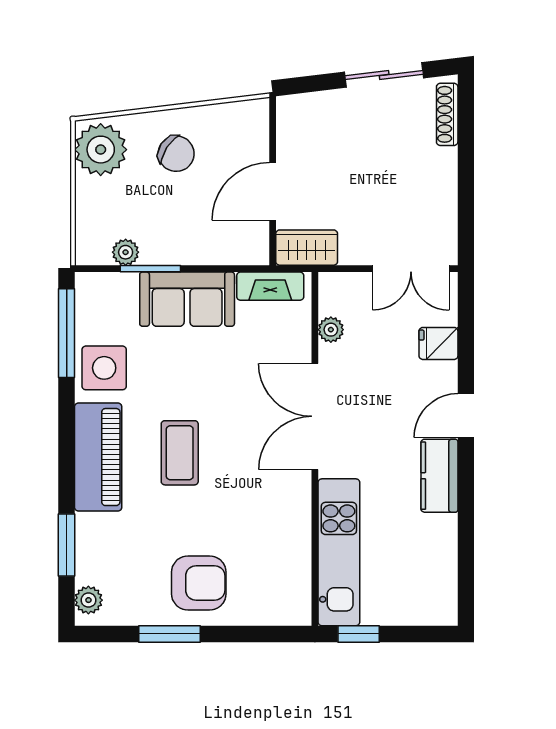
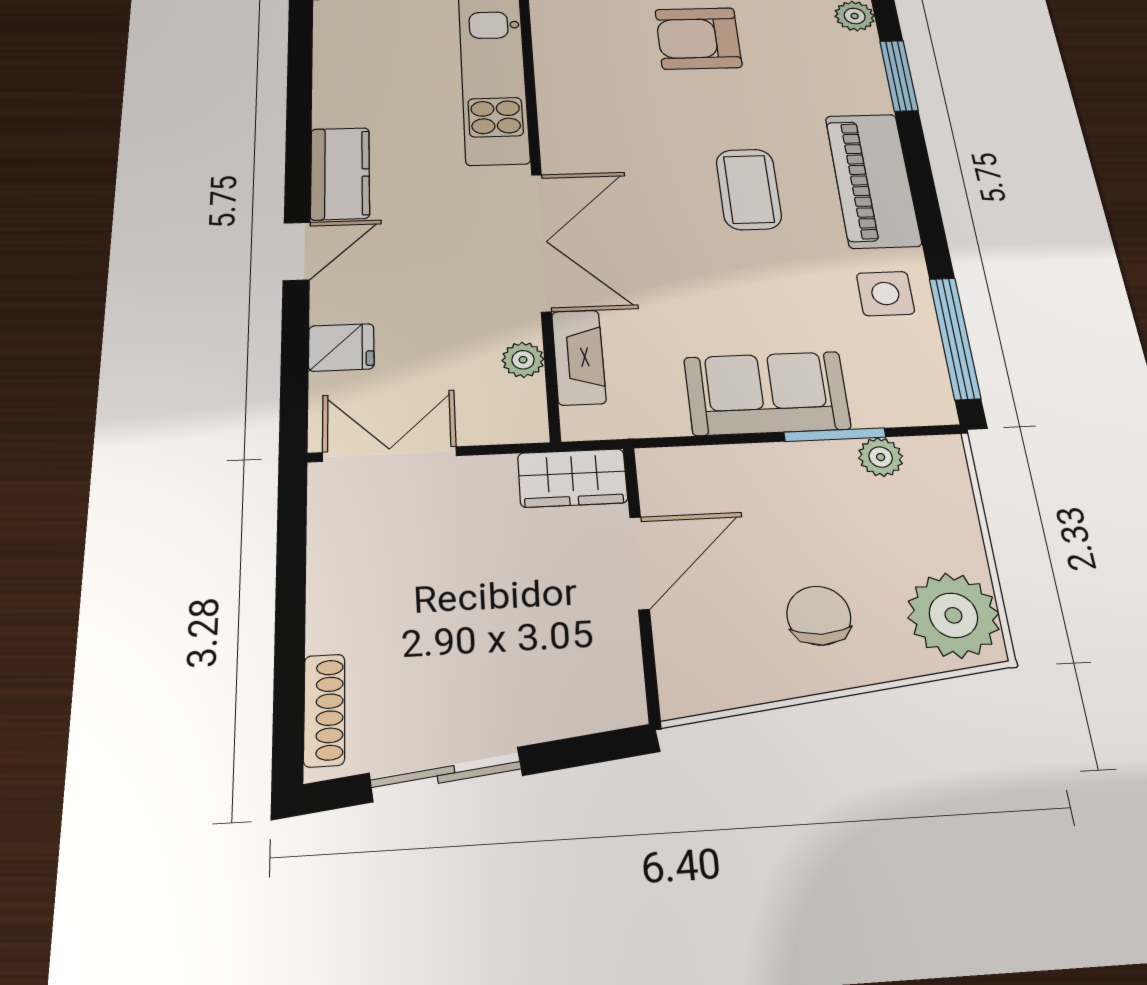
chair: (176, 154) -> (819, 616), turned 57
fireplace: (270, 286) -> (579, 357), moved, turned 90
side table: (104, 368) -> (885, 294), width x0.73, depth x0.73

